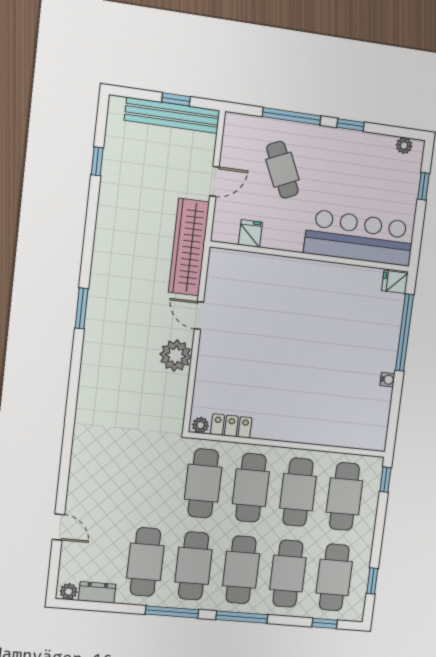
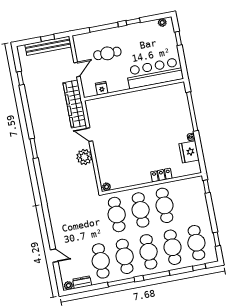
cafe table: (282, 170) -> (107, 53), turned -66
fridge: (395, 282) -> (189, 152), moved, width x1.88, depth x1.34
locker: (231, 426) -> (161, 175), moved
cafe table: (344, 496) -> (188, 201), removed

